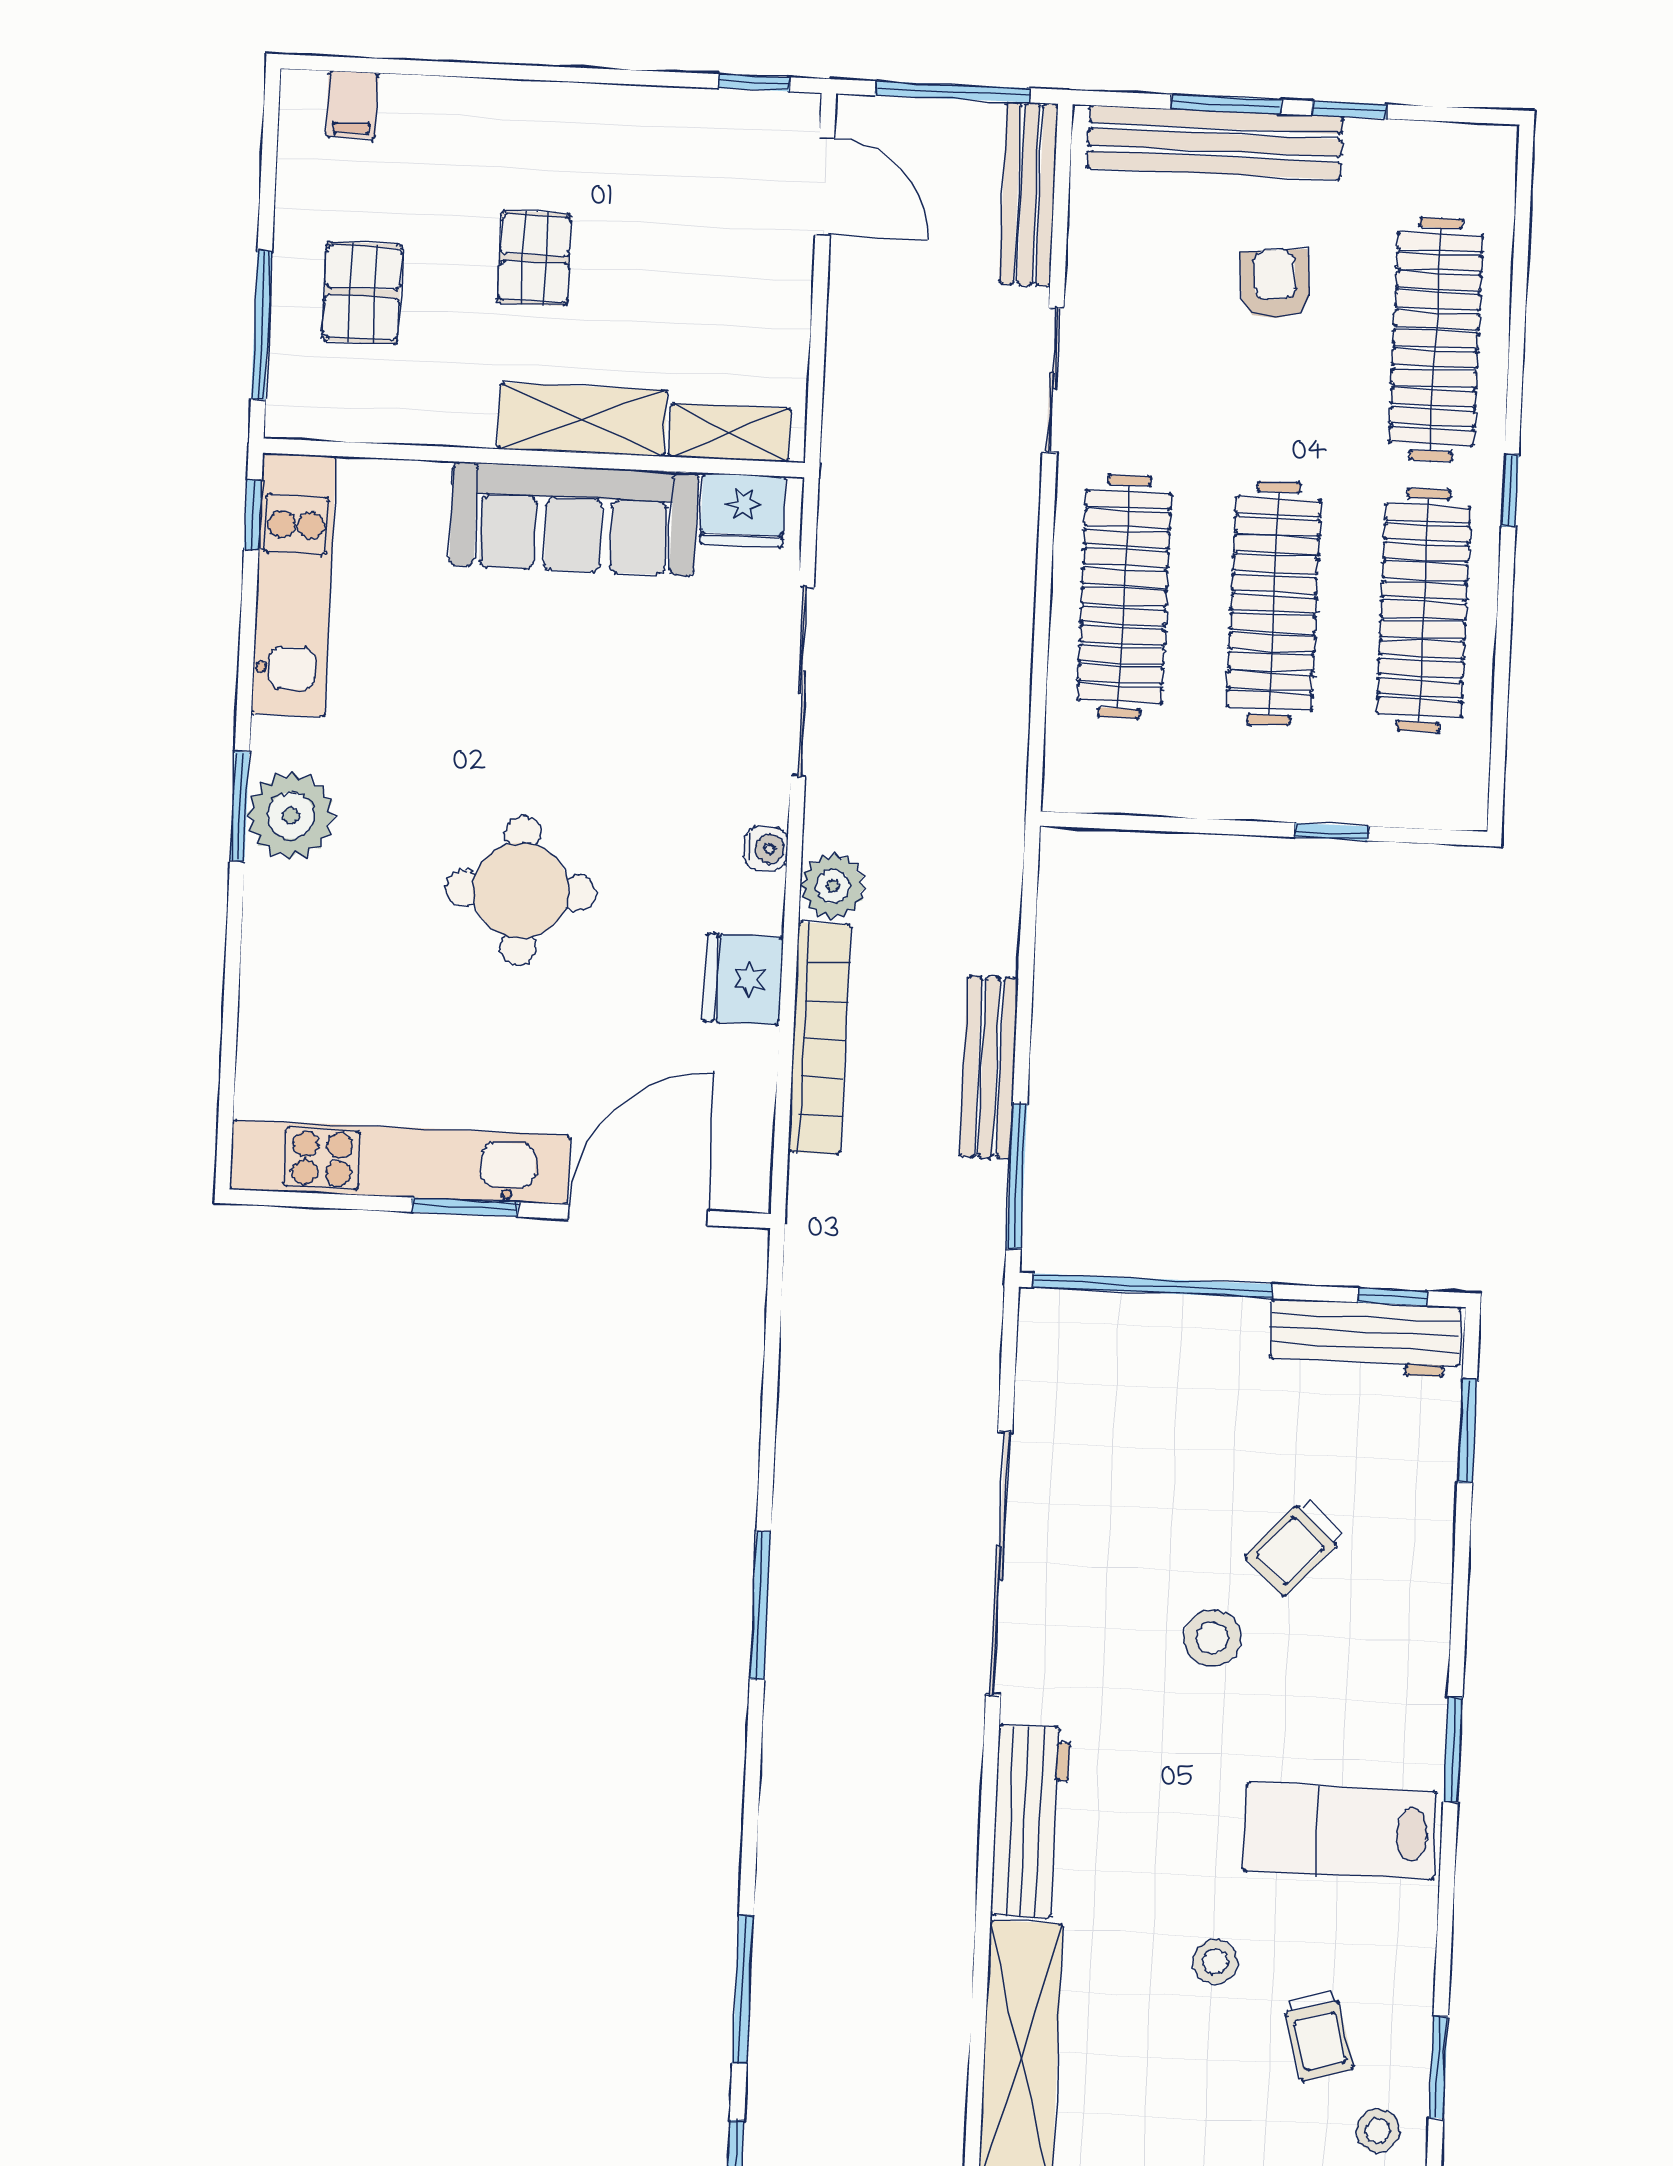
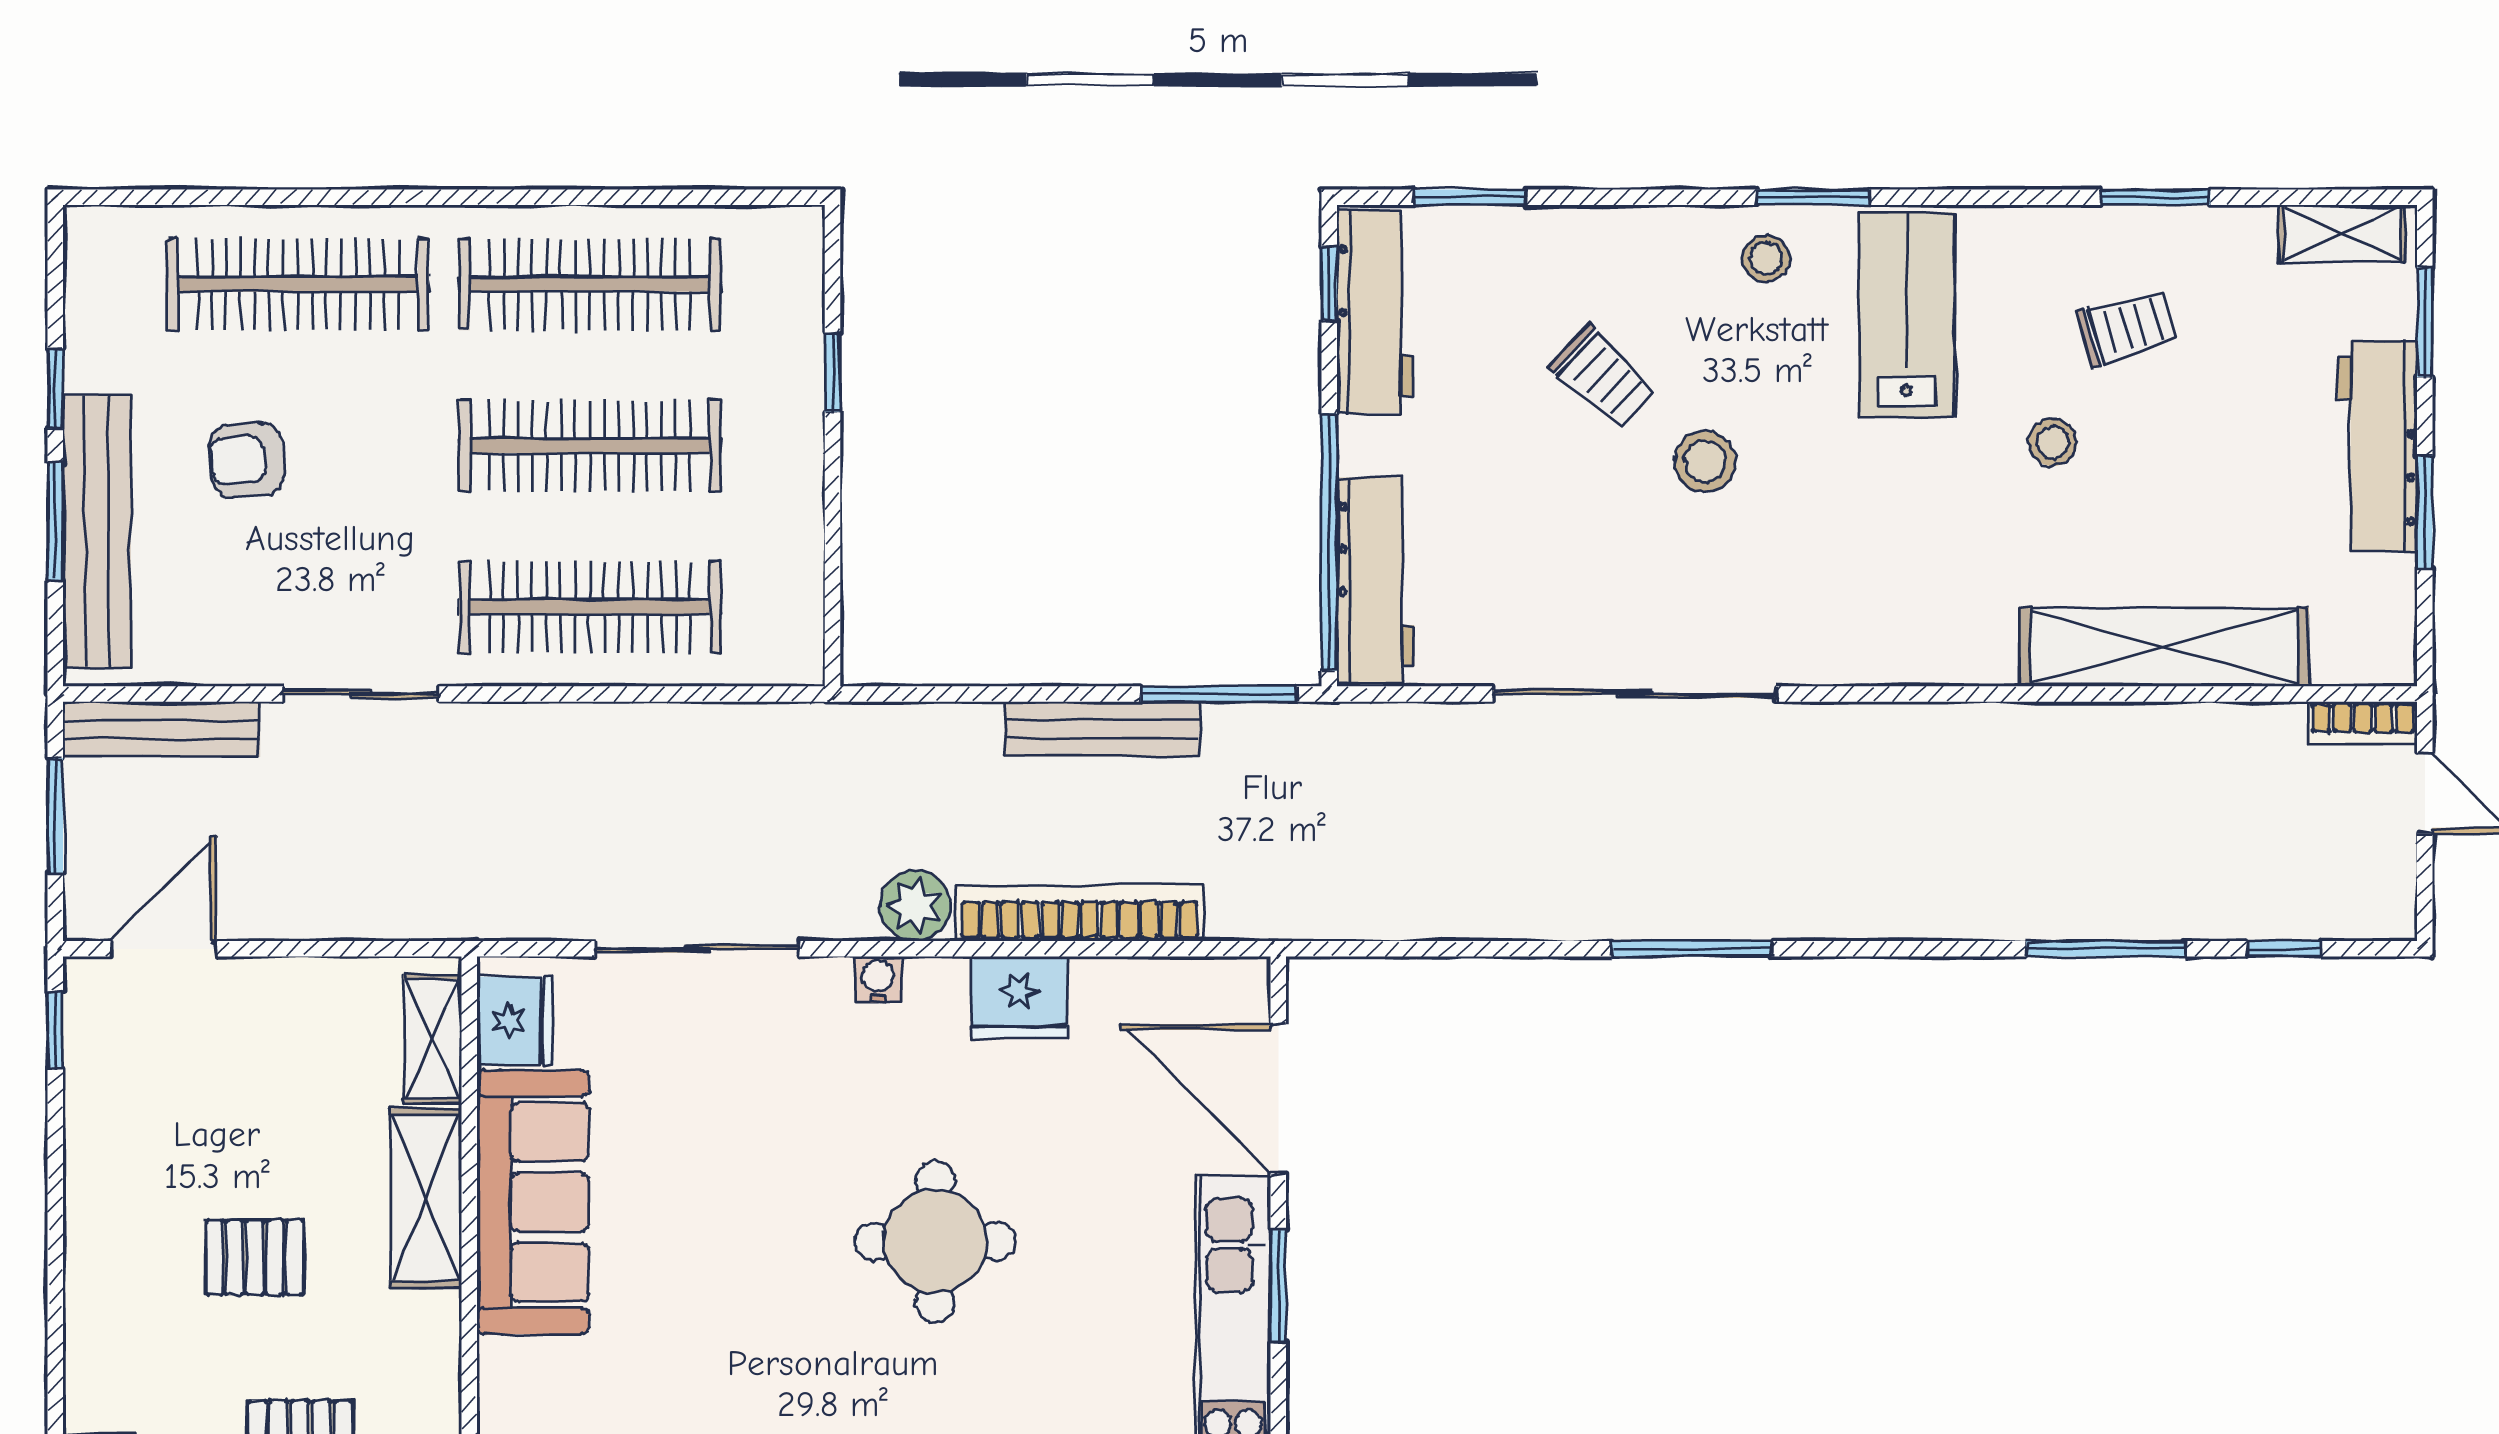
window: (953, 92) -> (55, 816), width x0.69
window: (1510, 491) -> (457, 197), removed
workbench: (1030, 1822) -> (1376, 580), moved, turned 90
lab bench: (1340, 1831) -> (1907, 315), turned 180
stool: (1378, 2130) -> (1766, 258), moved

